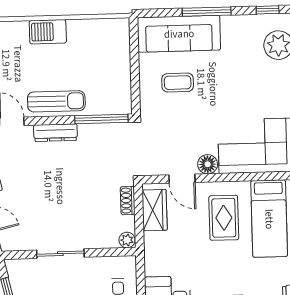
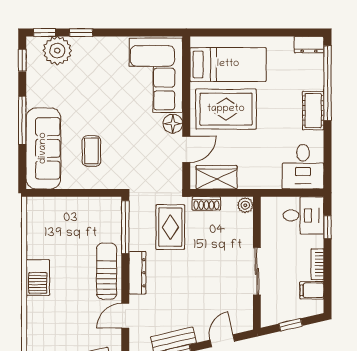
rug: (103, 165) -> (170, 227), added
rug: (224, 218) -> (226, 109), width x1.36, depth x1.43

